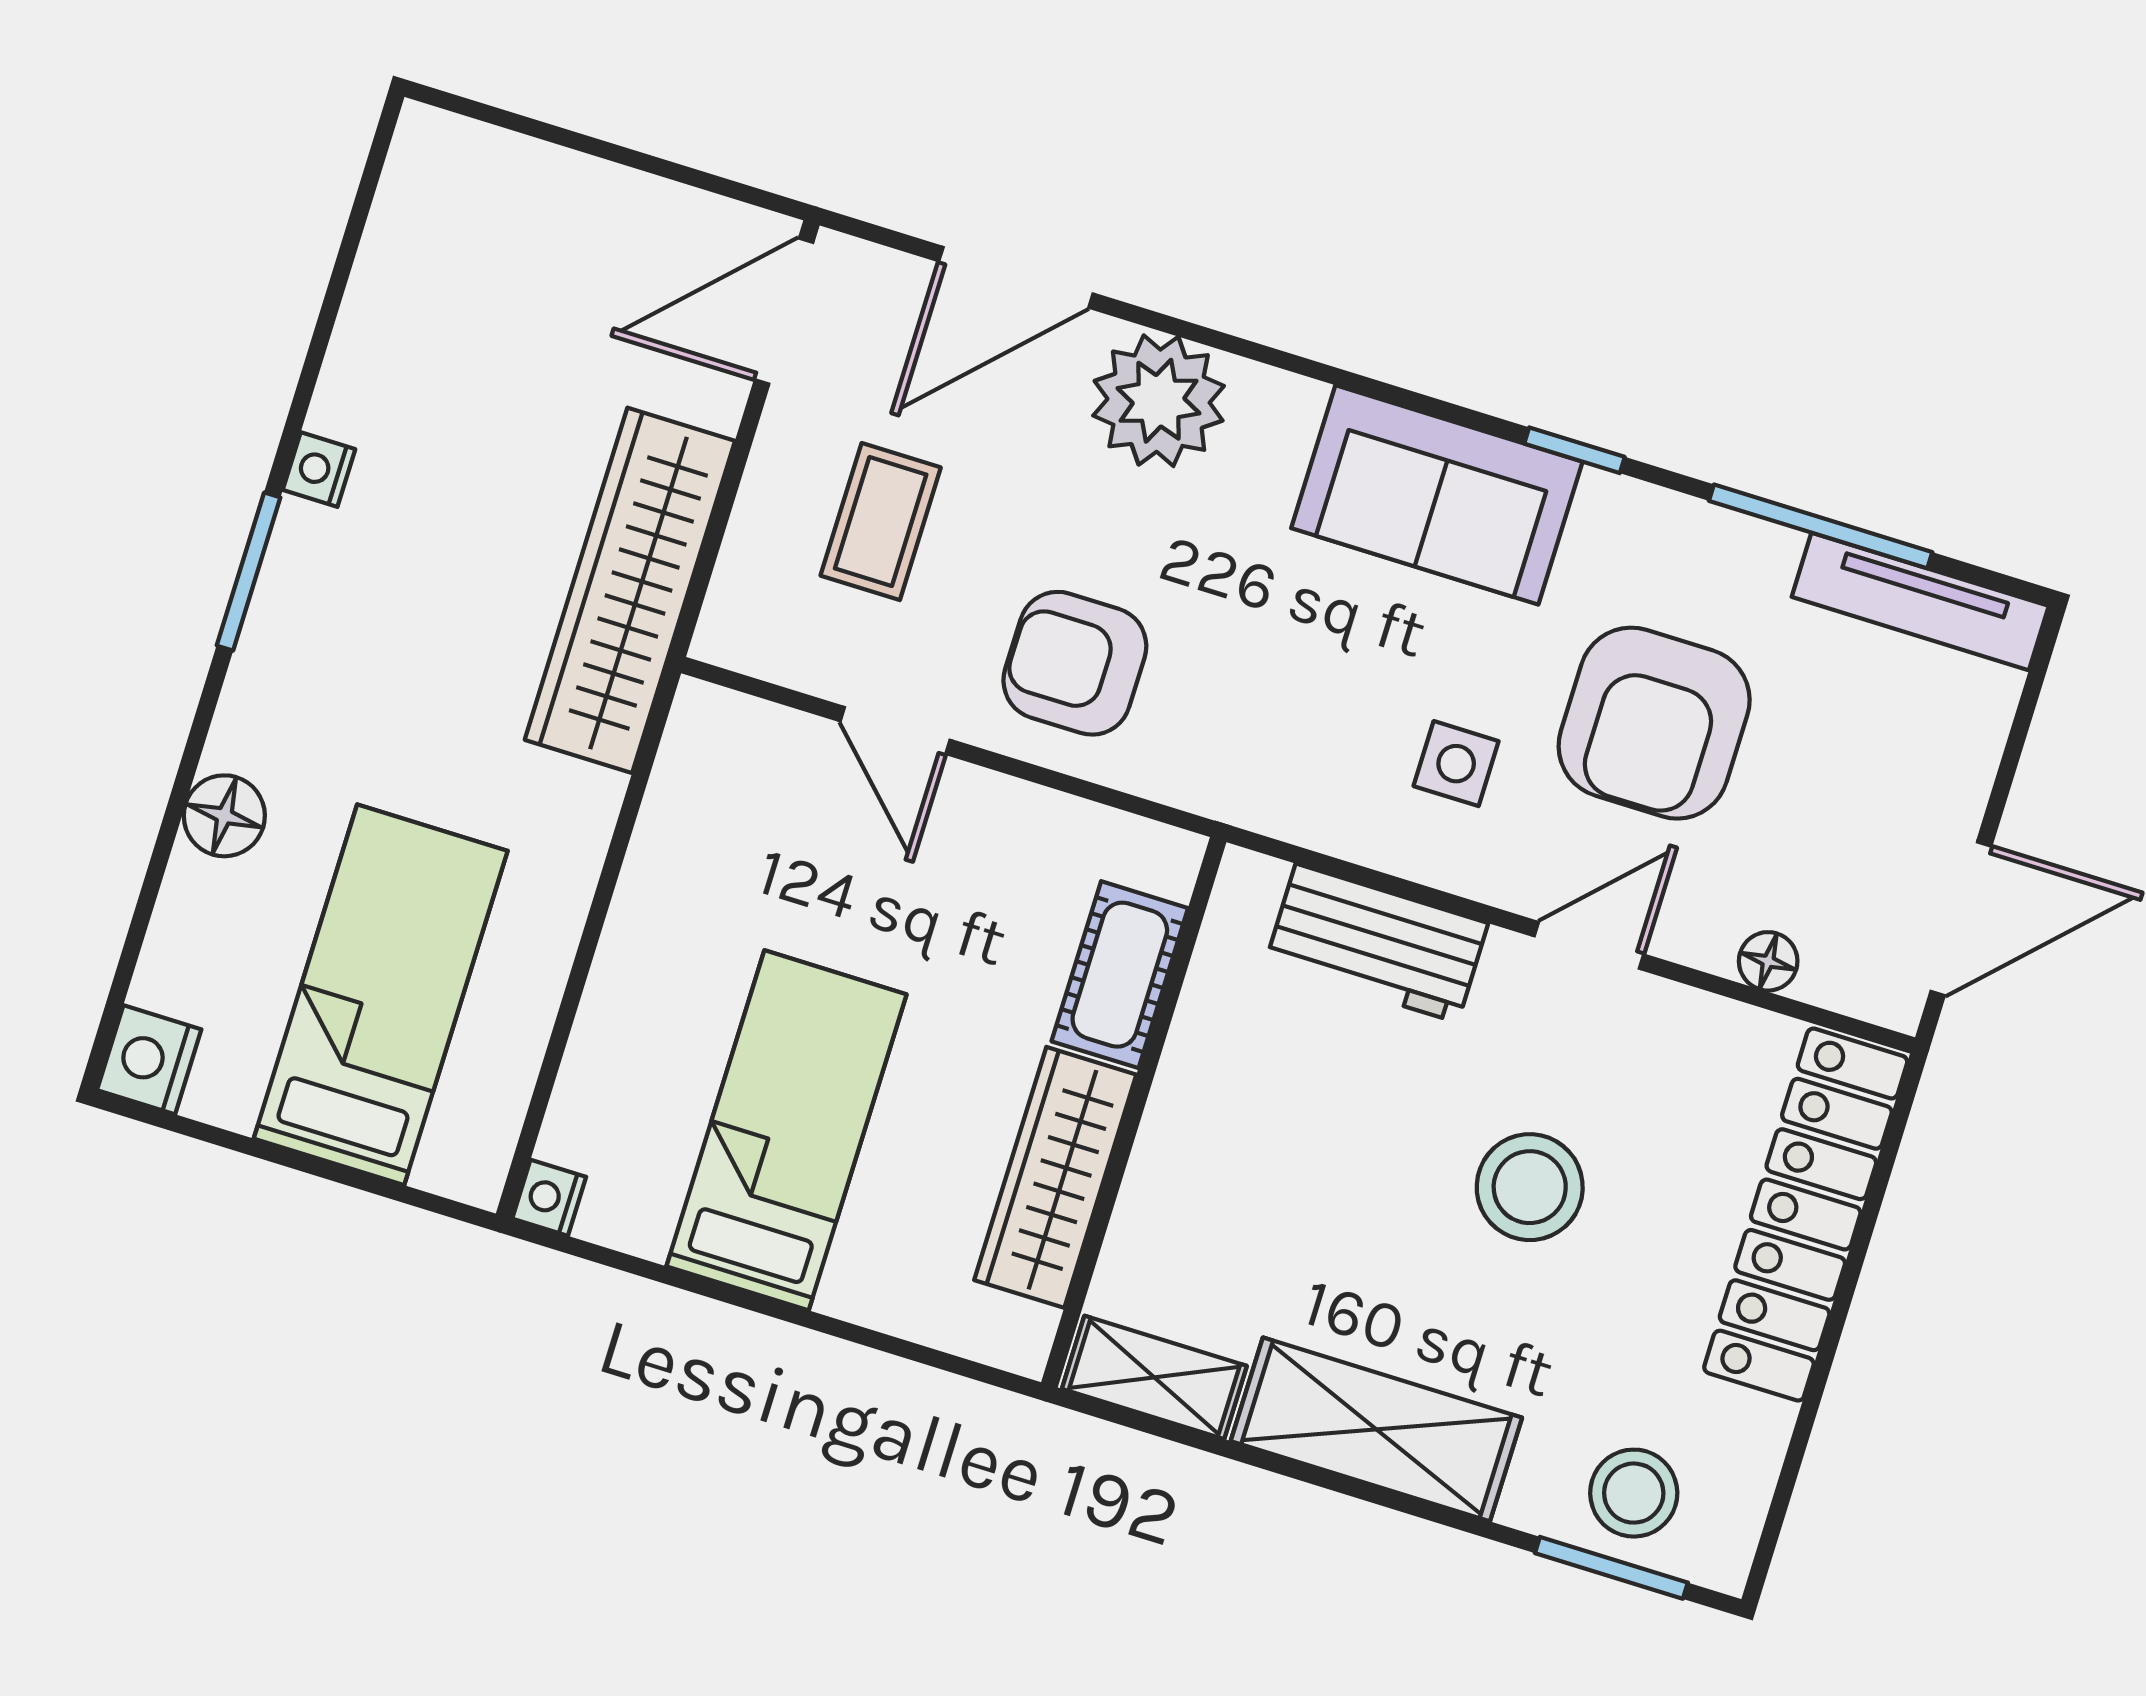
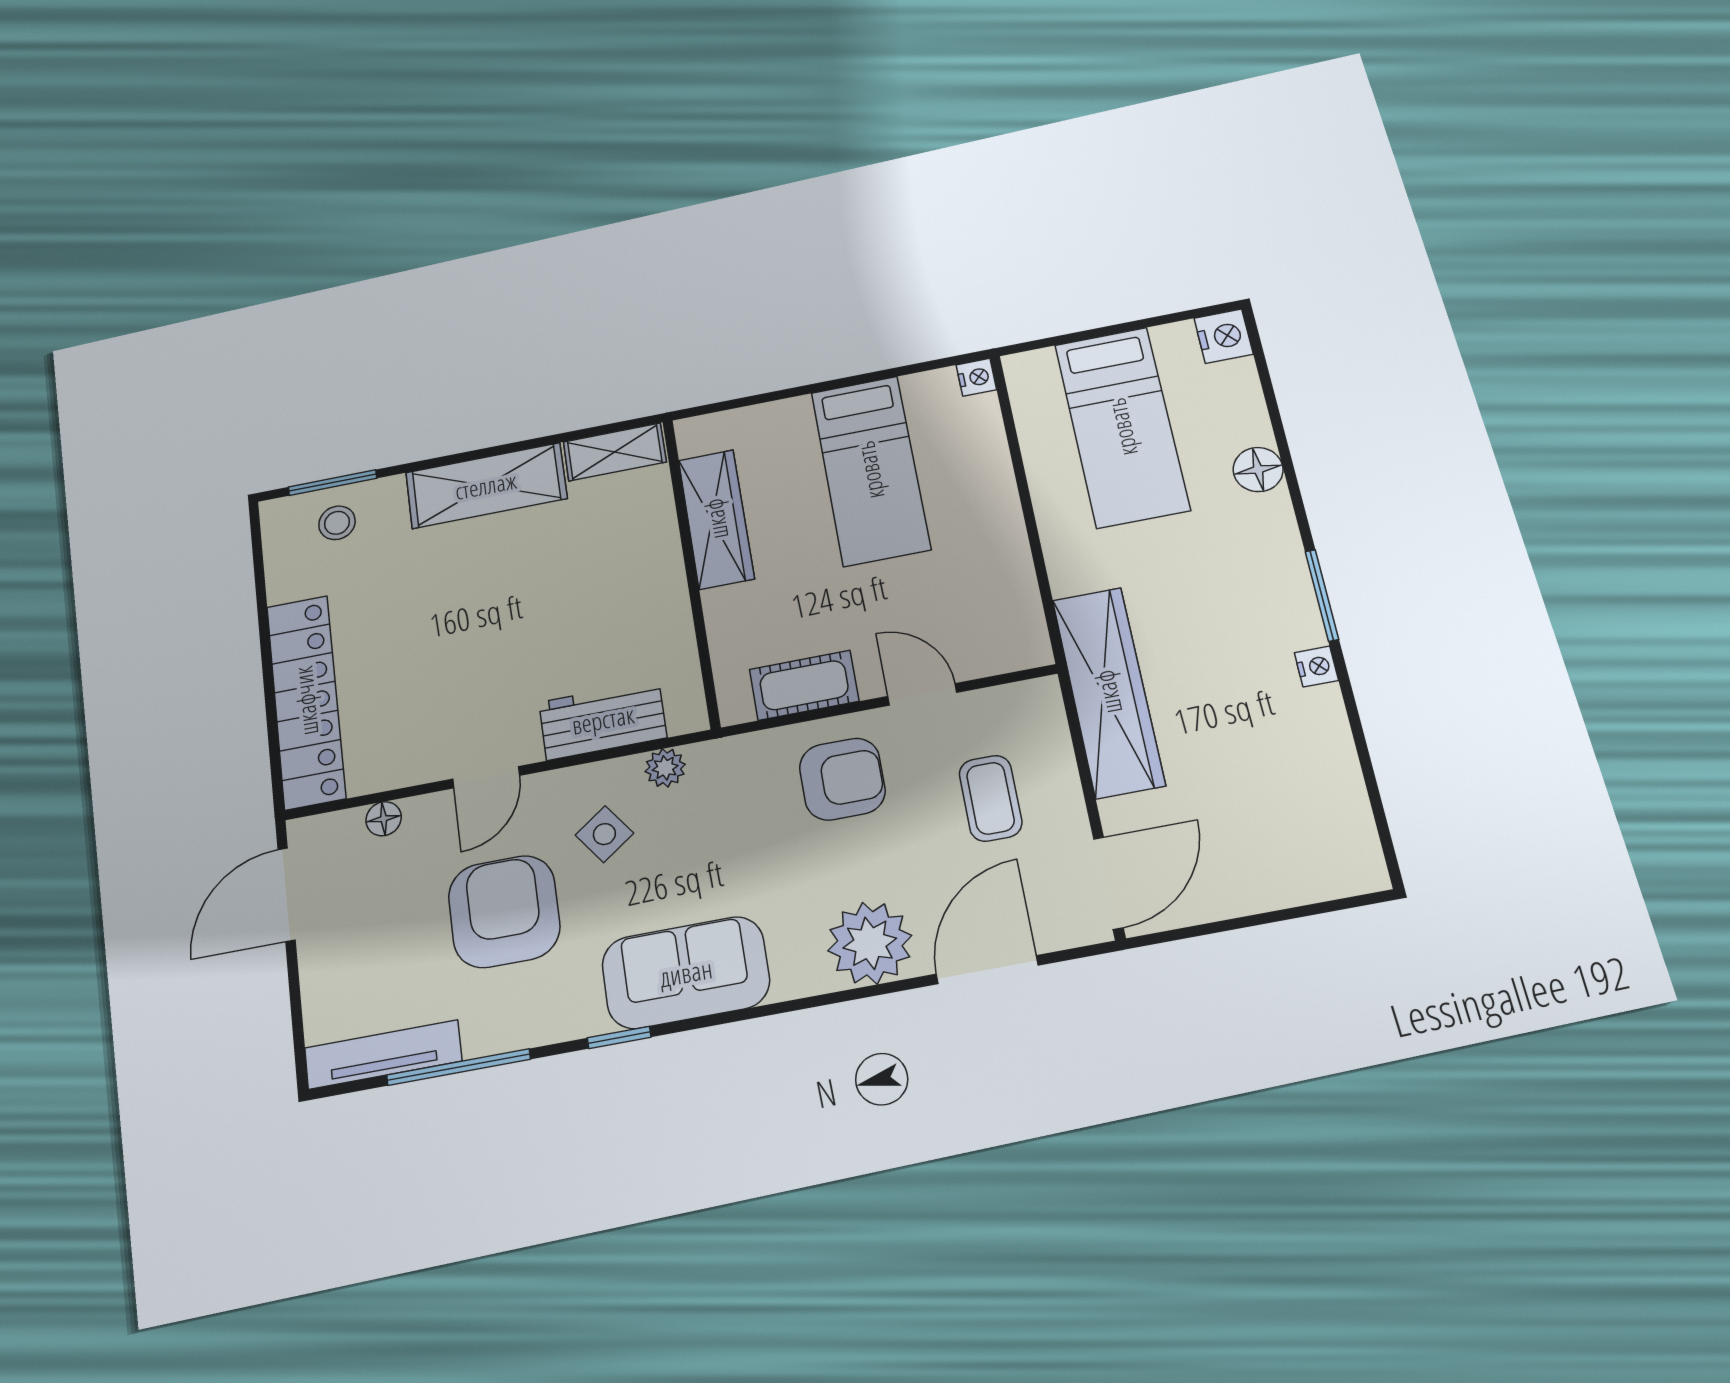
side table: (1456, 764) -> (604, 834), turned -36
plant: (1321, 818) -> (665, 768), added
cot: (1120, 975) -> (804, 685), moved, turned 90
stool: (1530, 1187) -> (461, 641), removed
stool: (1634, 1493) -> (337, 523), width x0.73, depth x0.73

